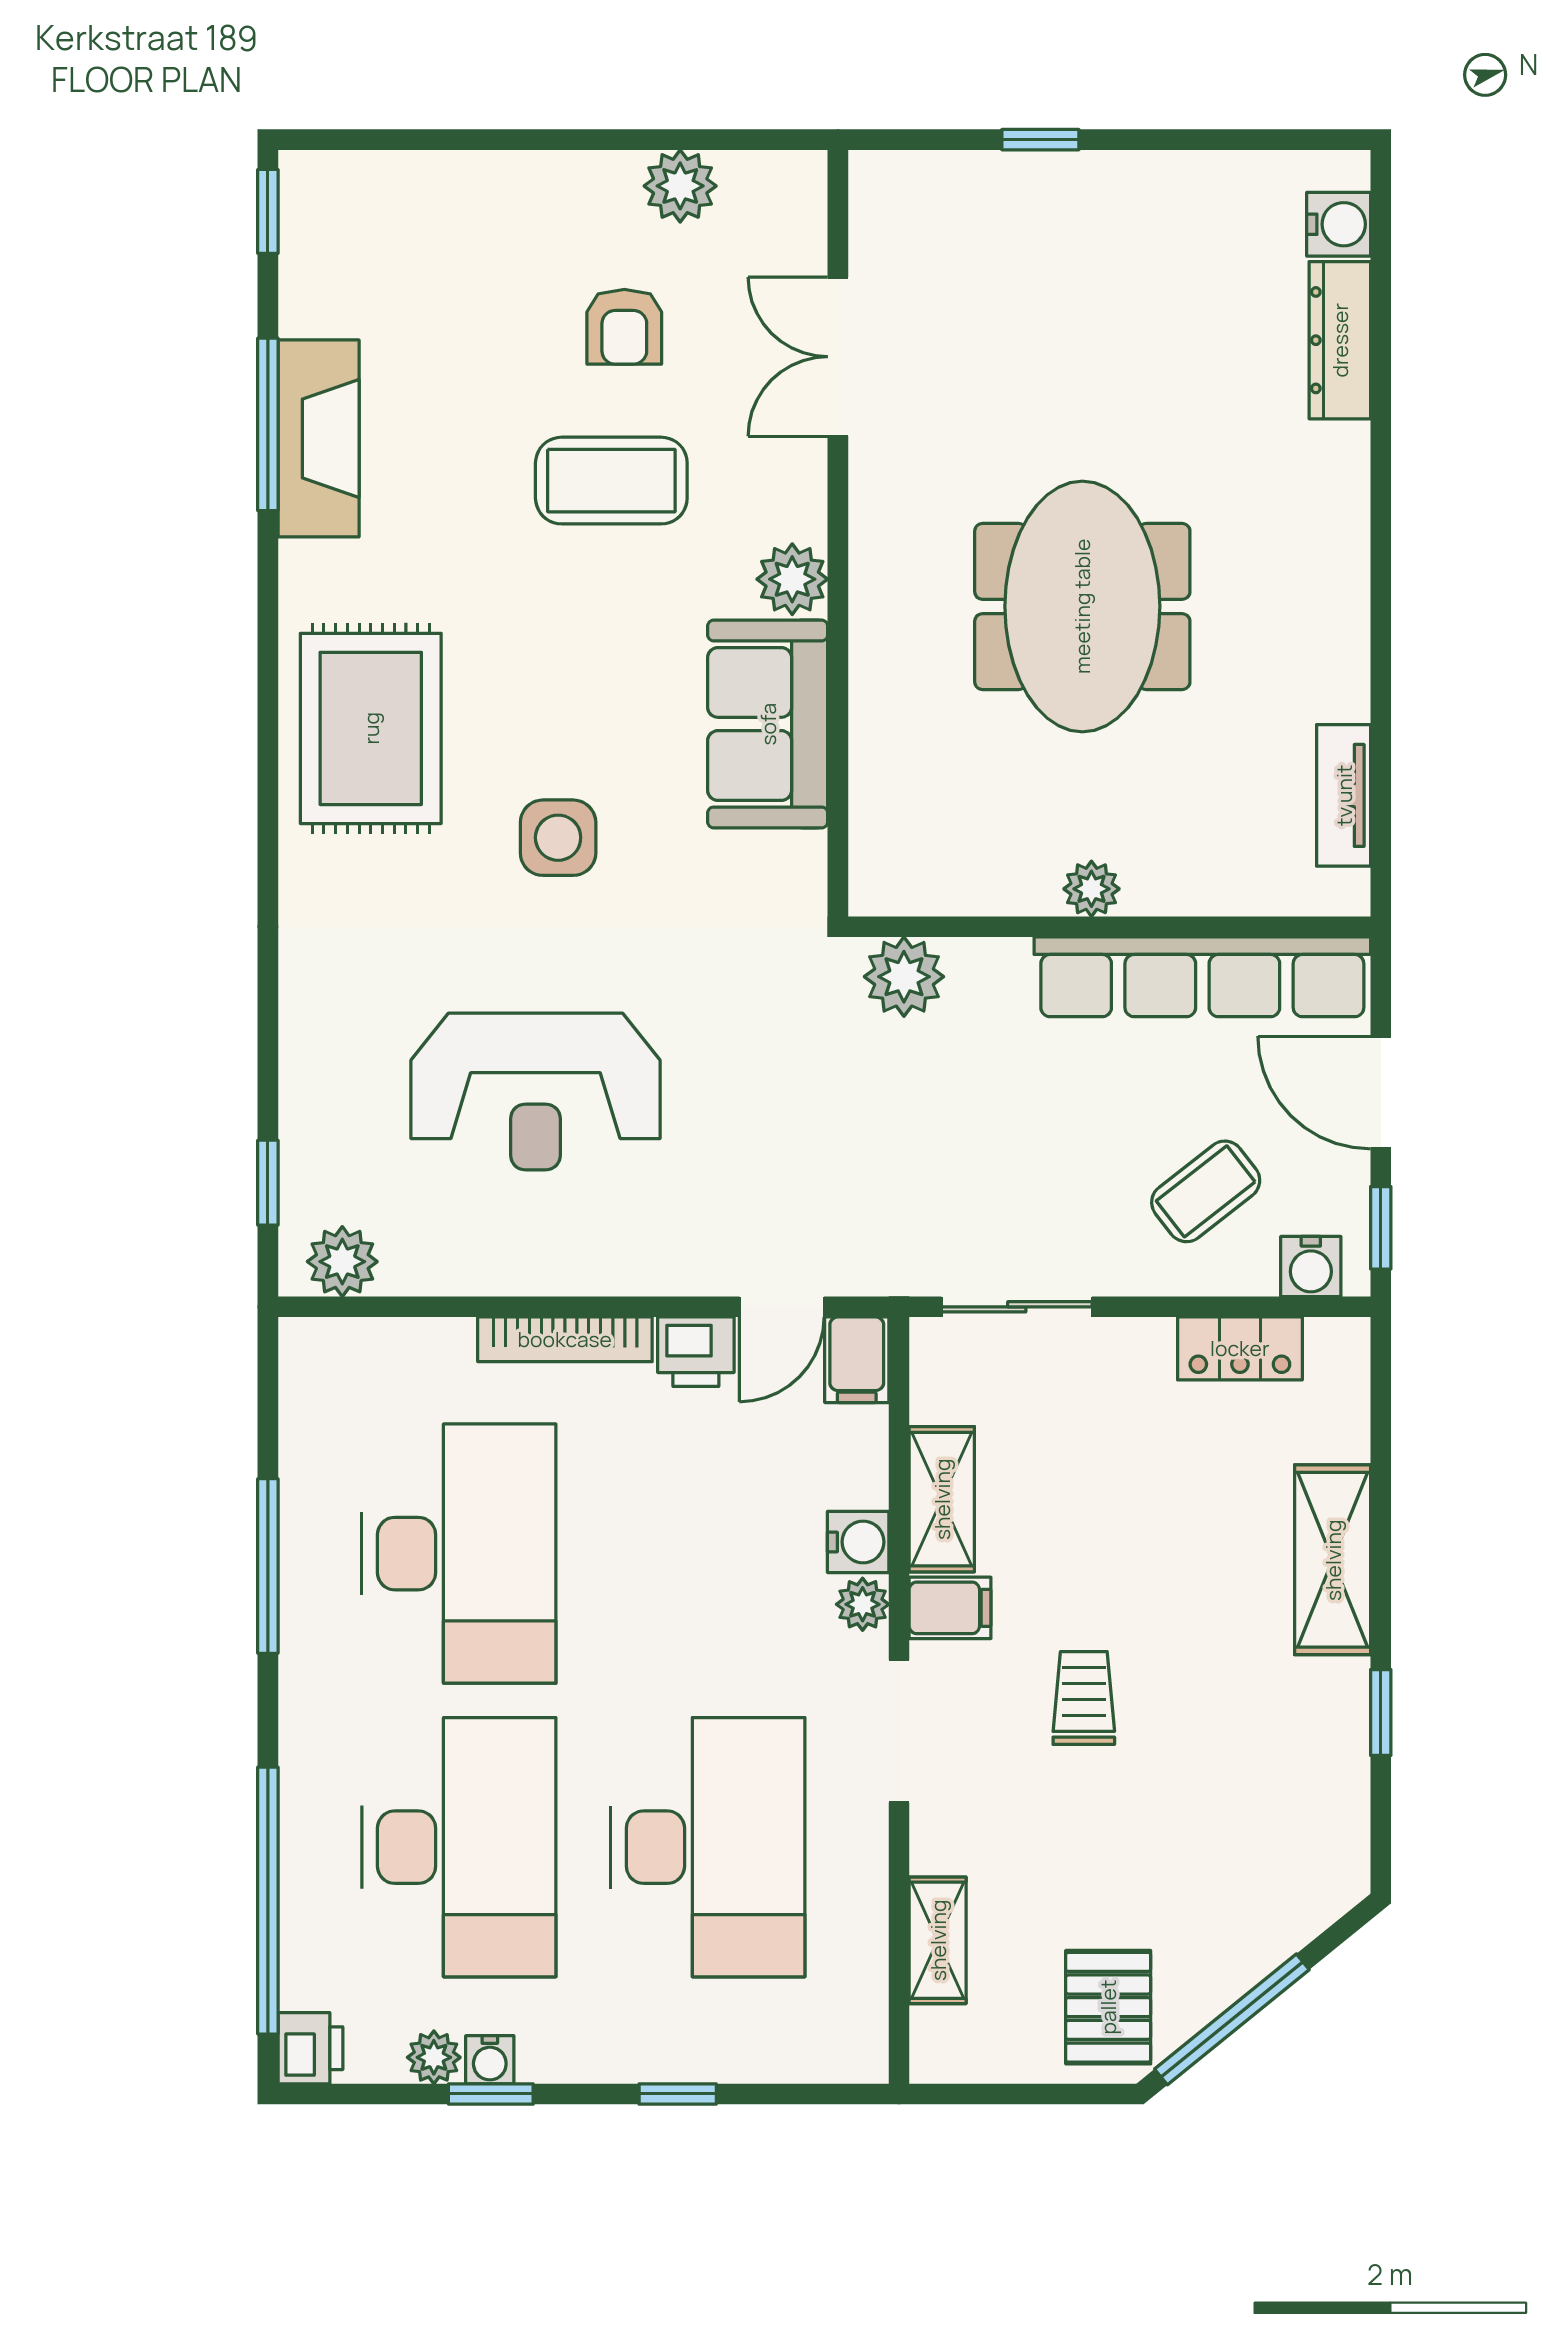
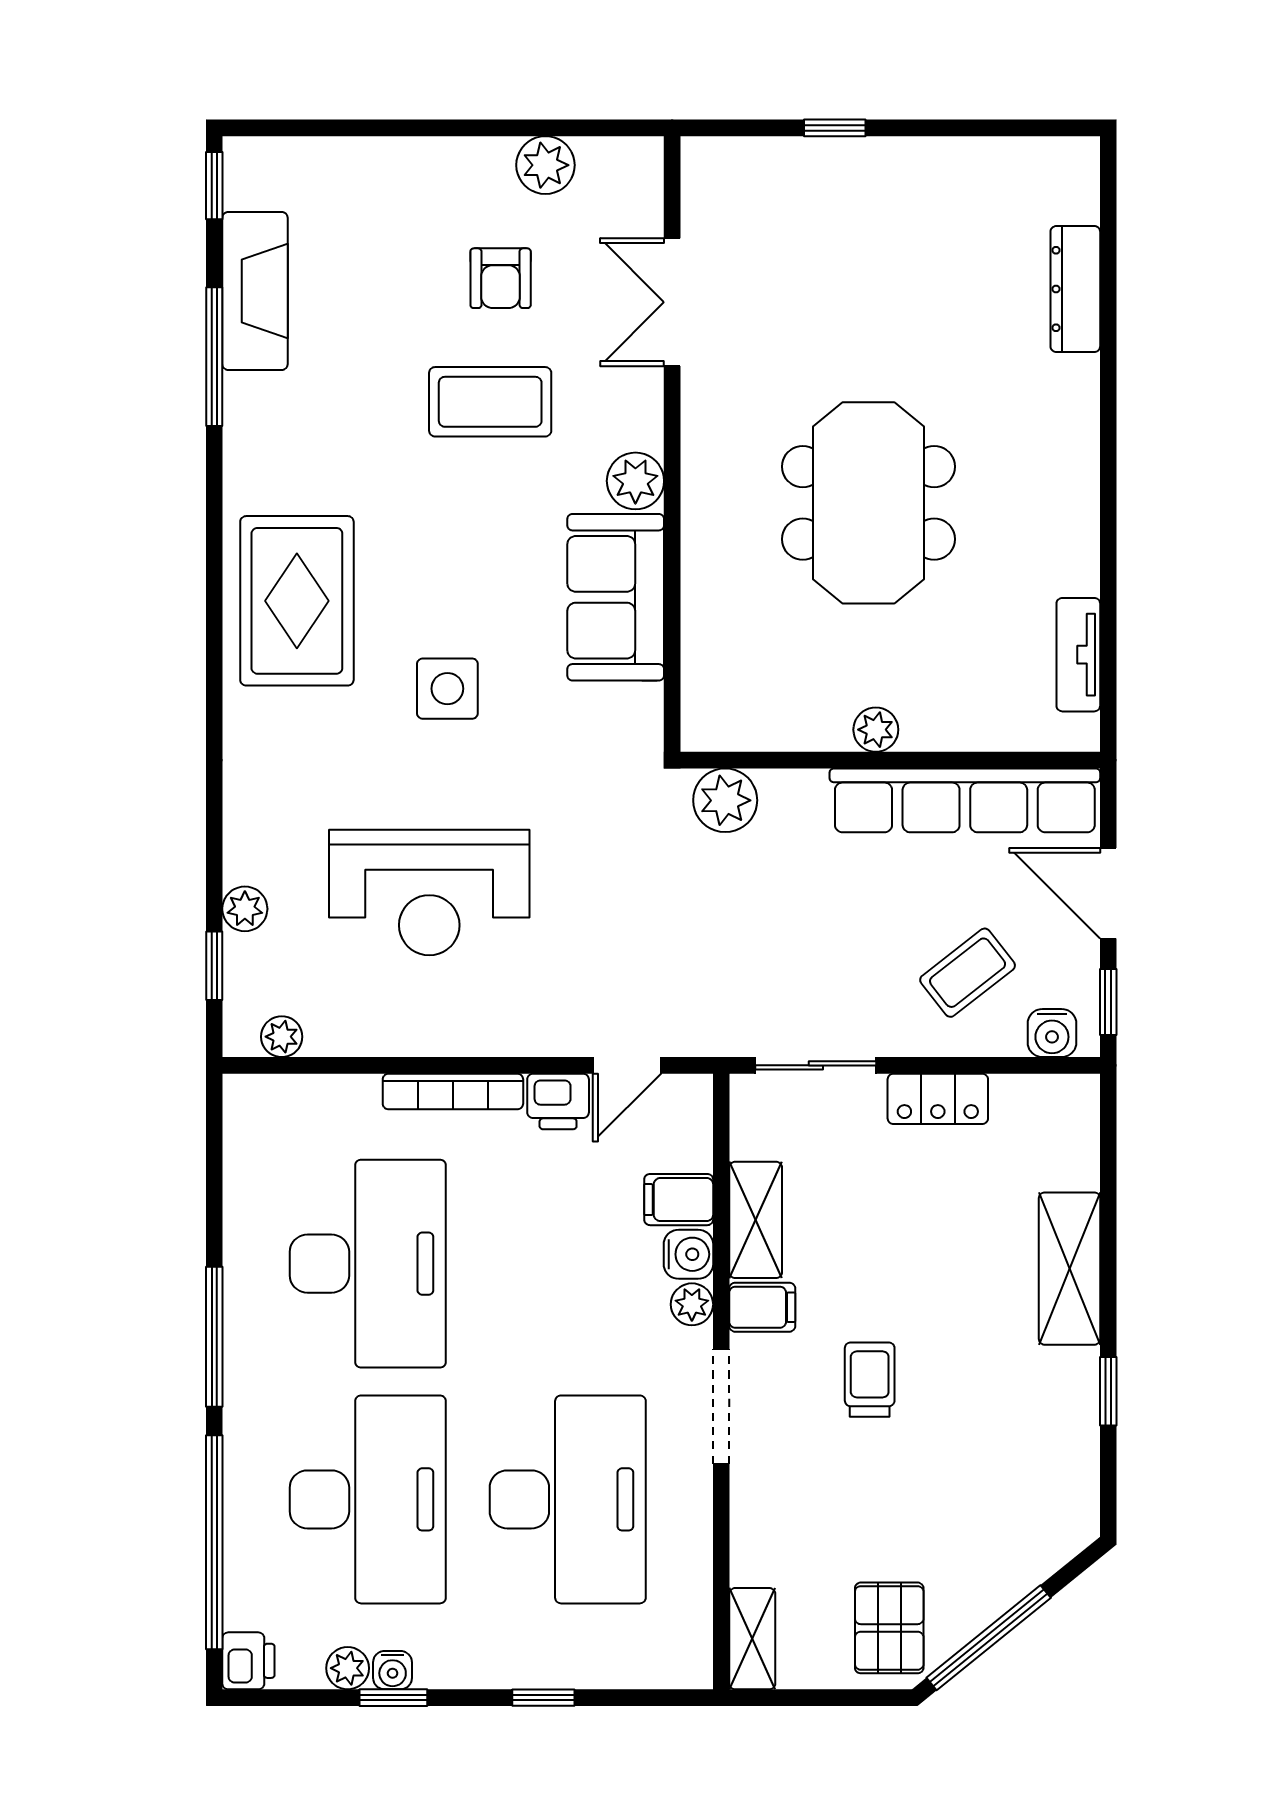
water cooler: (1339, 224) -> (1074, 196), removed
fireplace: (319, 438) -> (255, 291), moved
plant: (306, 1112) -> (245, 909), added
plant: (342, 1262) -> (282, 1037), width x0.73, depth x0.73
locker: (1240, 1348) -> (938, 1099), moved
filing cabinet: (857, 1360) -> (679, 1200), moved, turned 90
window: (268, 1566) -> (214, 1337), moved
shelving: (938, 1940) -> (752, 1639), moved

